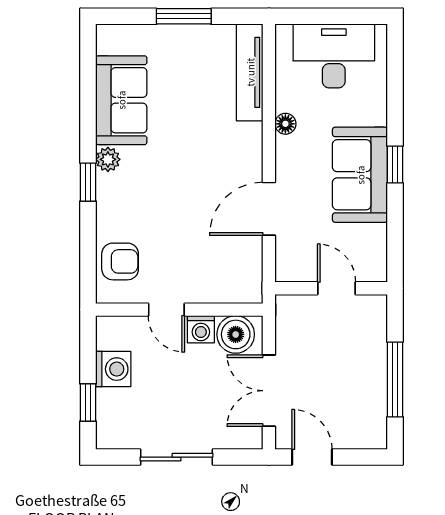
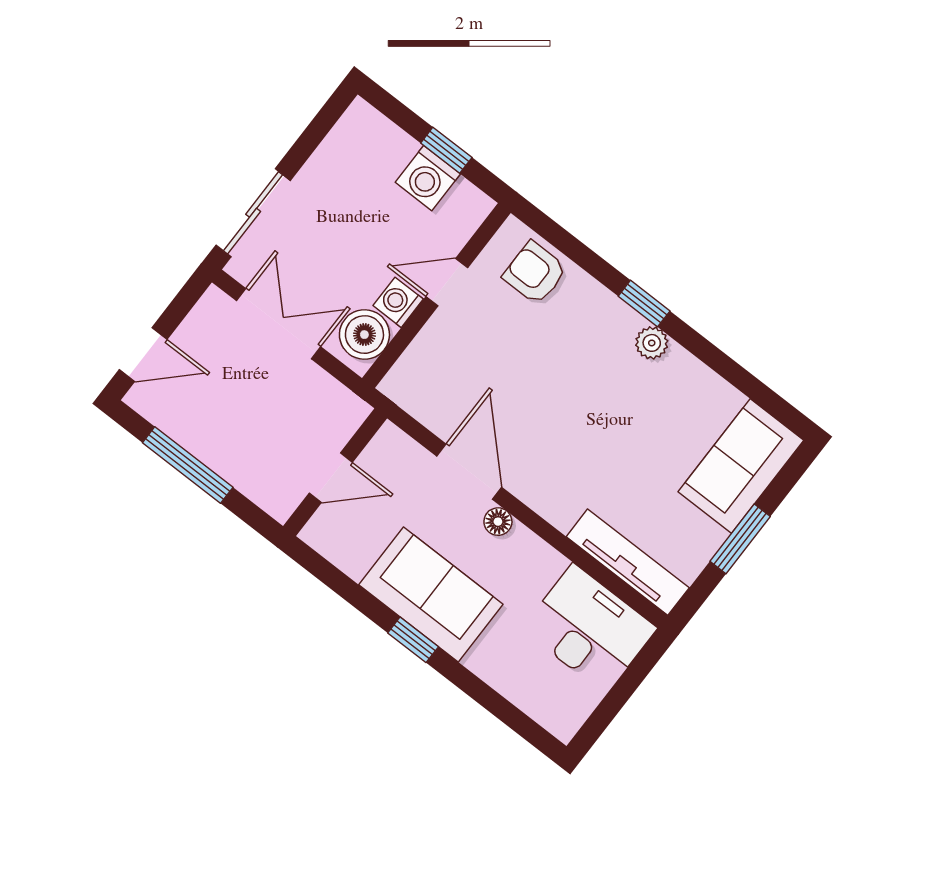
desk: (334, 56) -> (589, 629), moved, turned -90
sofa: (121, 100) -> (741, 466), moved, turned 90
floor lamp: (285, 124) -> (498, 522), moved
armchair: (120, 261) -> (535, 273), turned 90
window: (88, 402) -> (446, 150), moved
sliding door: (177, 457) -> (253, 213), moved
door: (312, 457) -> (143, 355), moved

